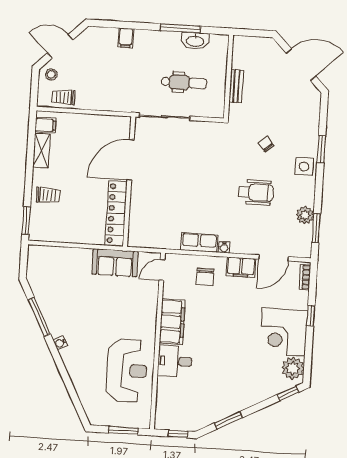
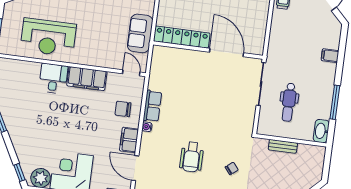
washbasin: (195, 41) -> (321, 131), moved

